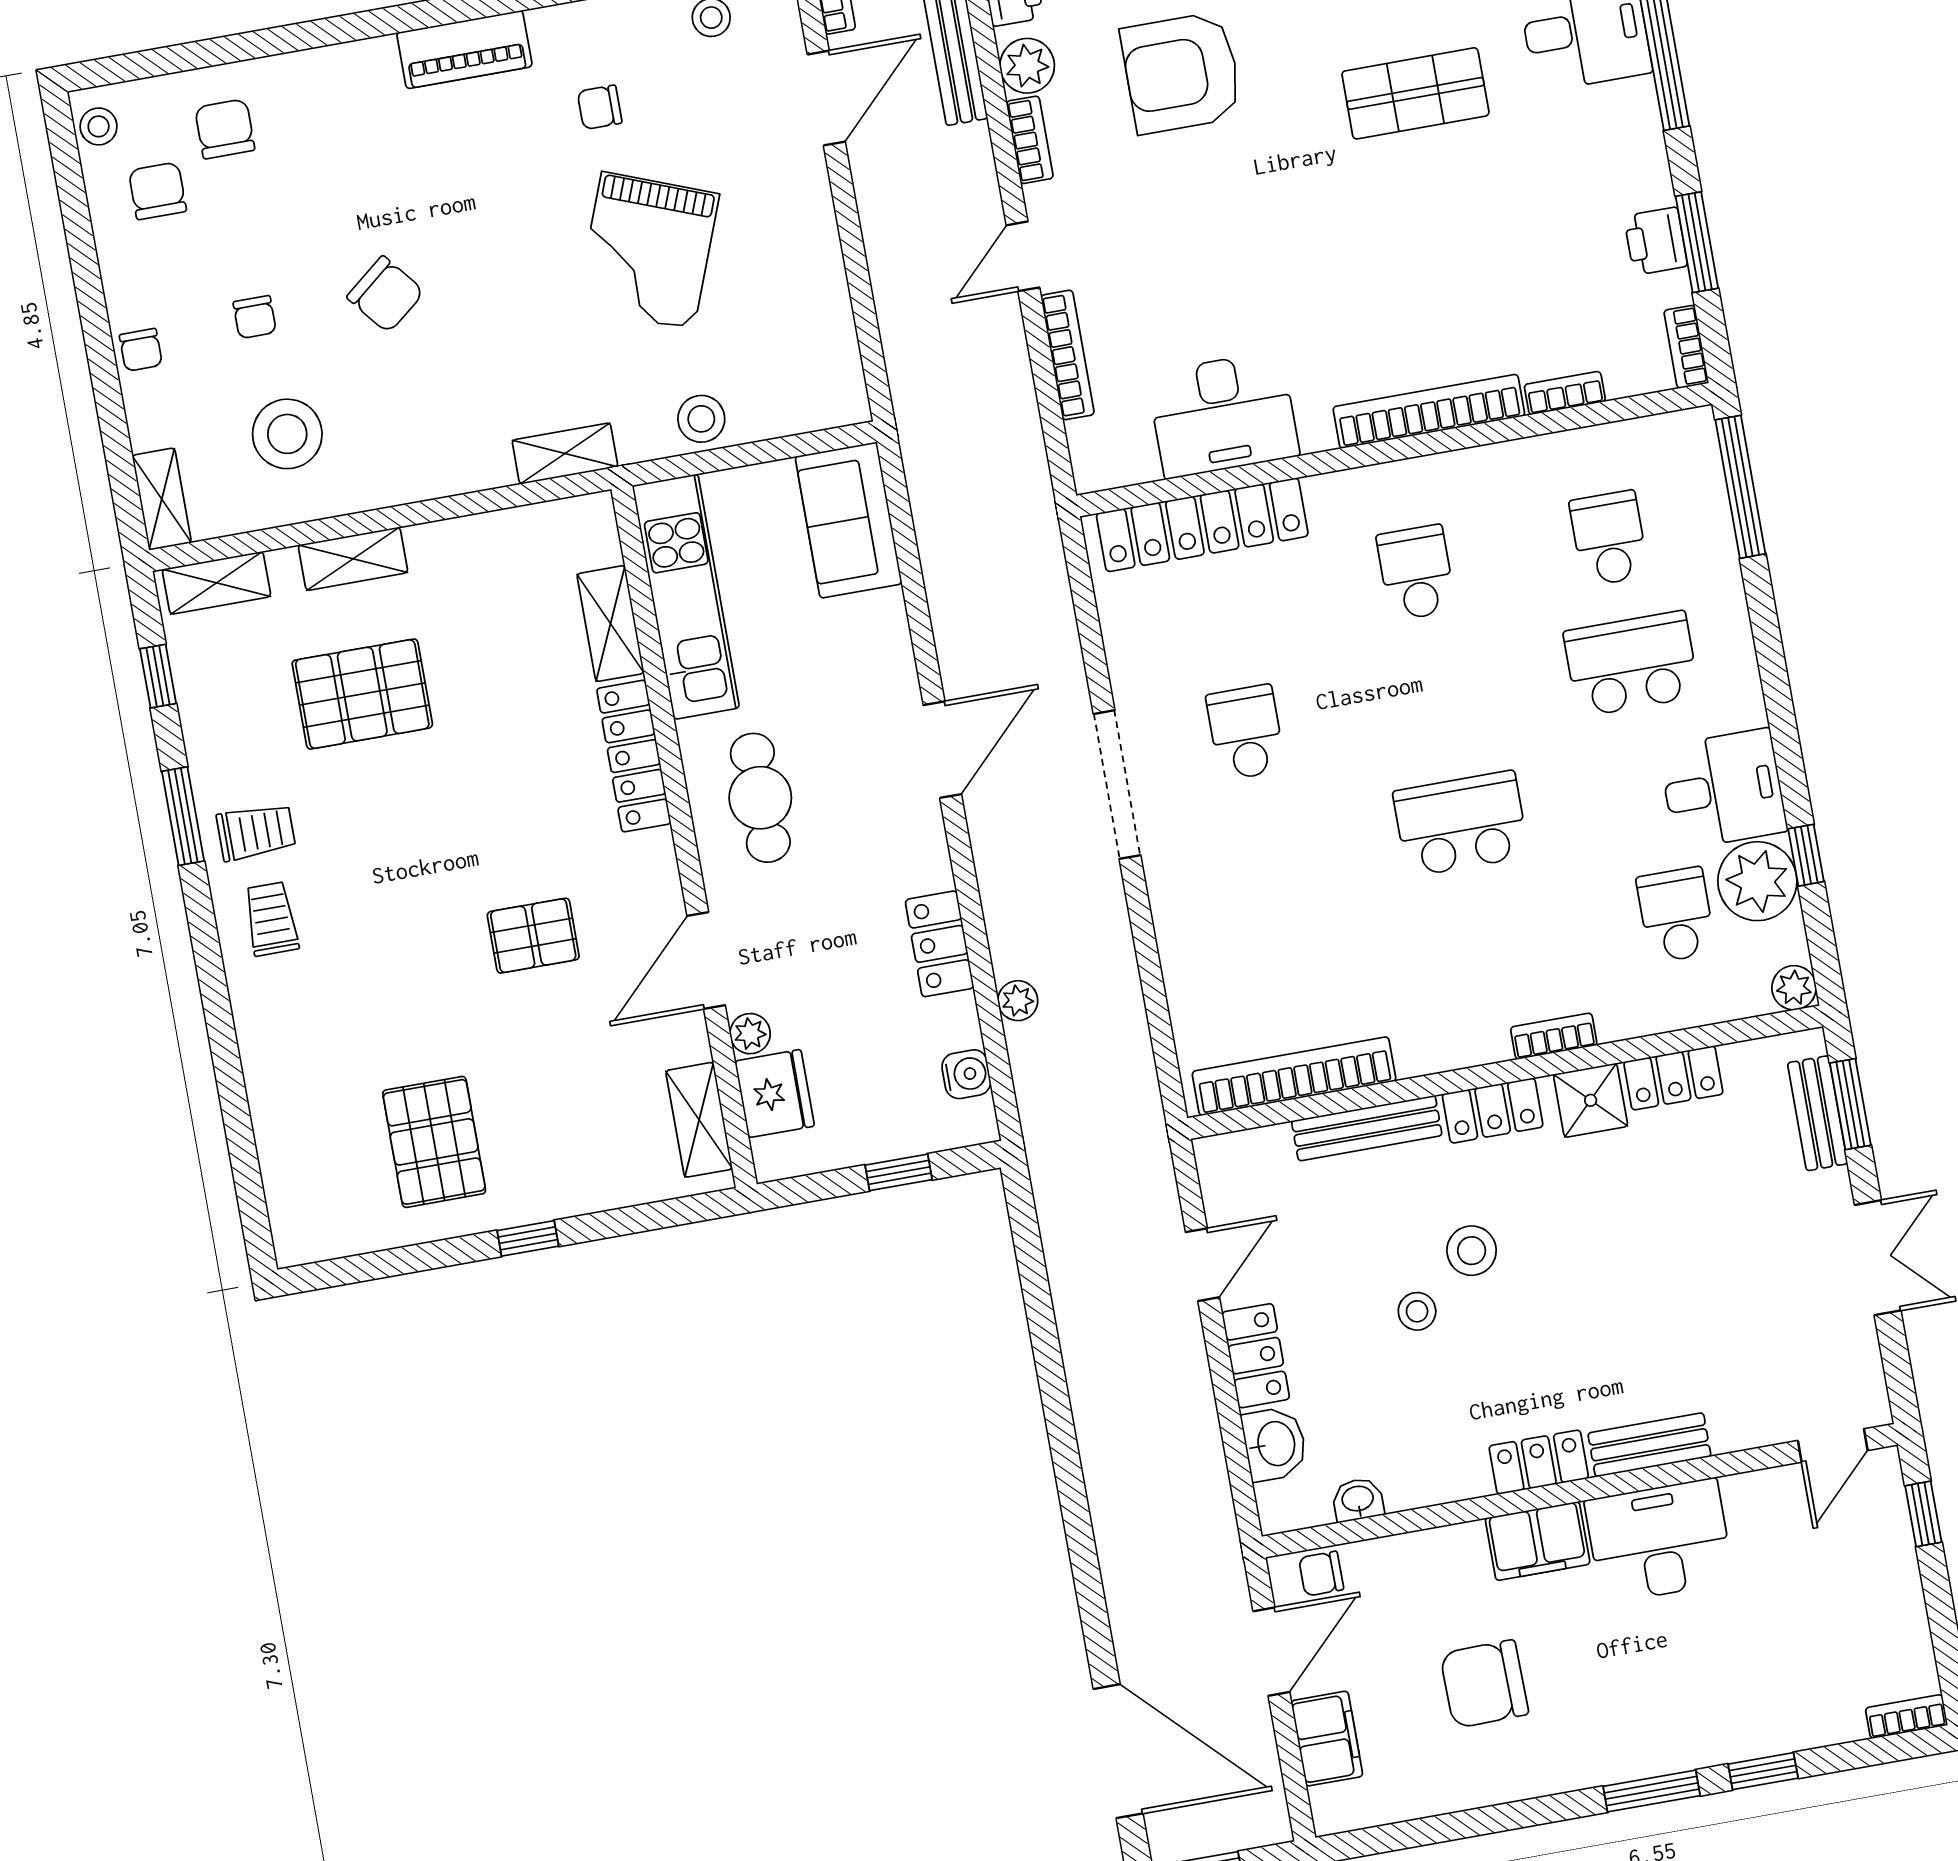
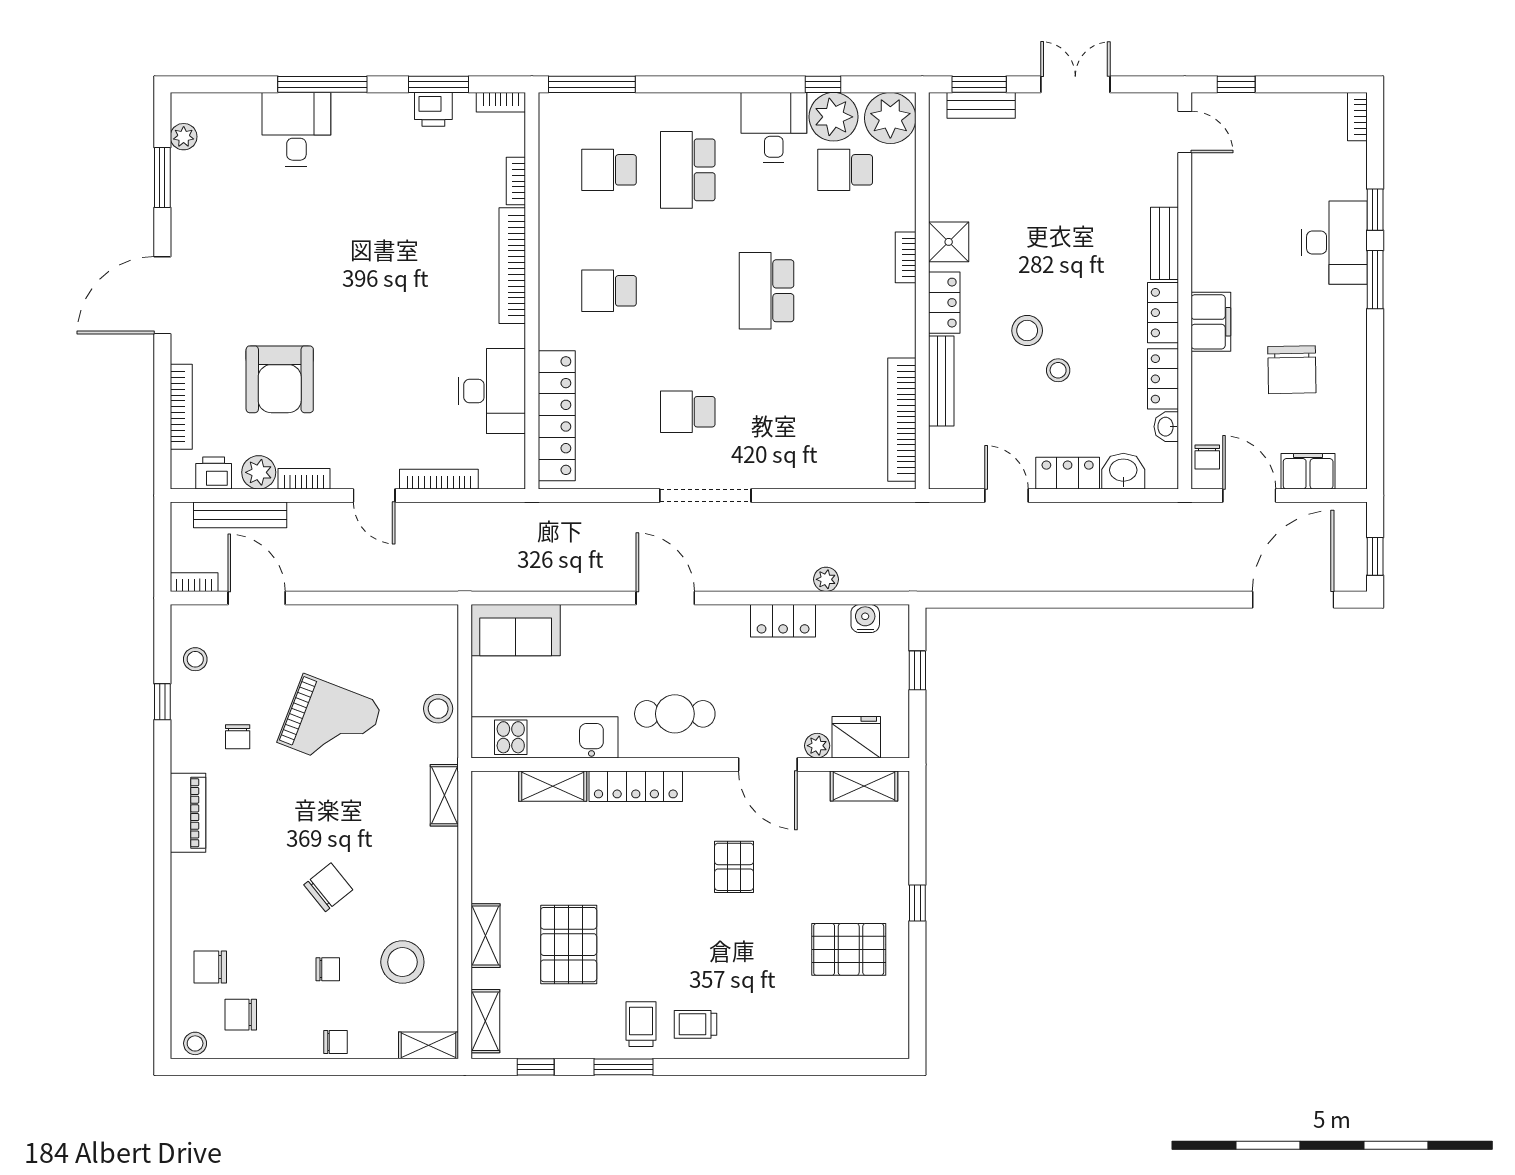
shop shelf: (1415, 93) -> (318, 239), removed
plant: (1794, 988) -> (890, 118), width x1.88, depth x1.88
locker: (1673, 1078) -> (1163, 379), moved, turned 180
desk: (1659, 1541) -> (1334, 243), moved, turned 180

